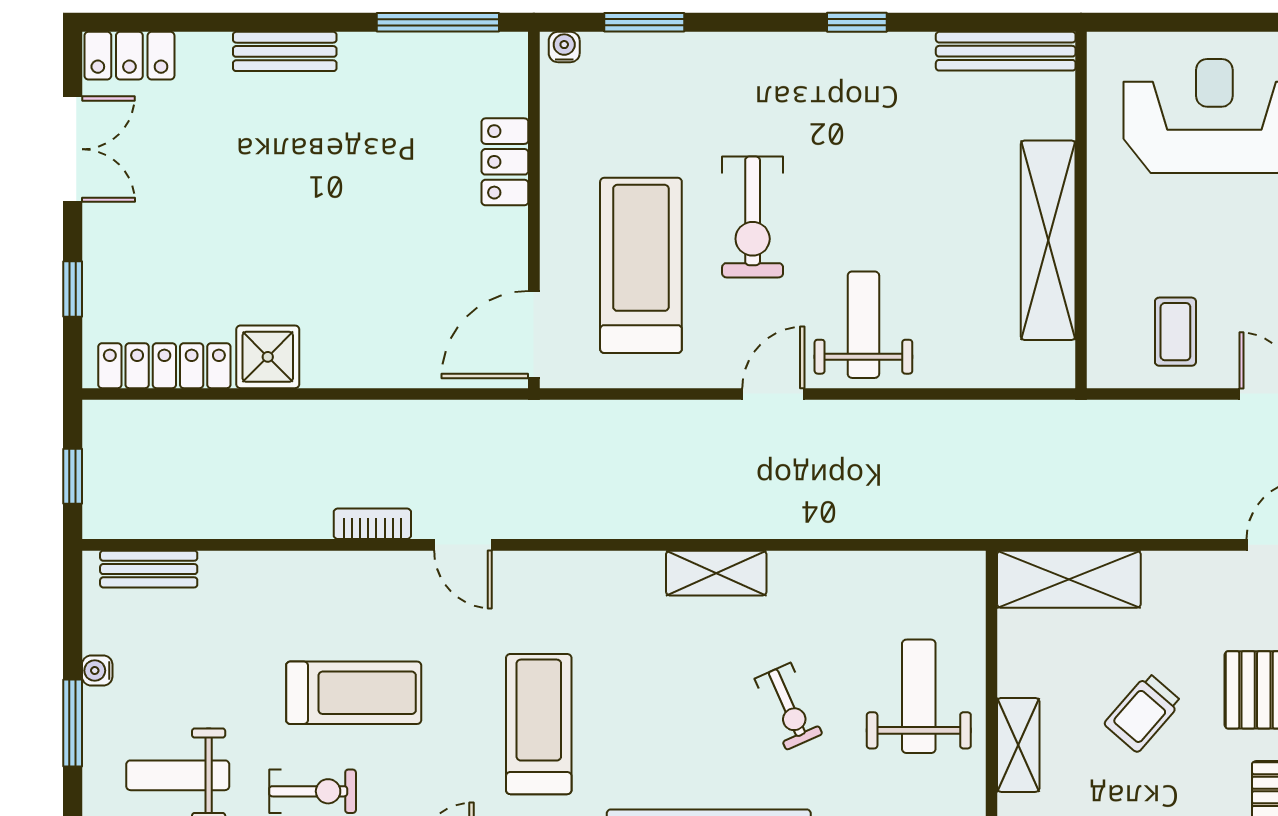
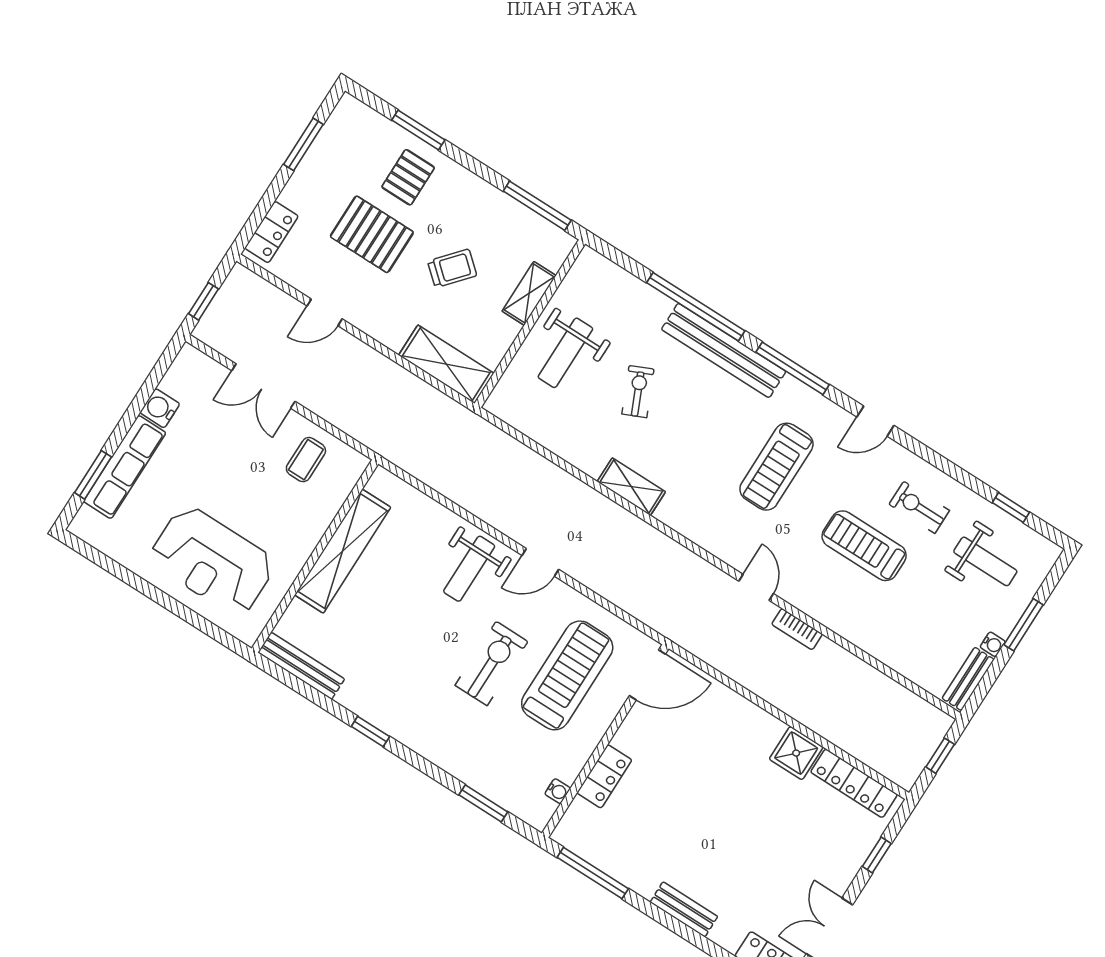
water cooler: (564, 47) -> (558, 791), moved, turned -90
treadmill: (641, 265) -> (567, 675), turned 180
bench: (149, 569) -> (968, 679), moved, turned 90

